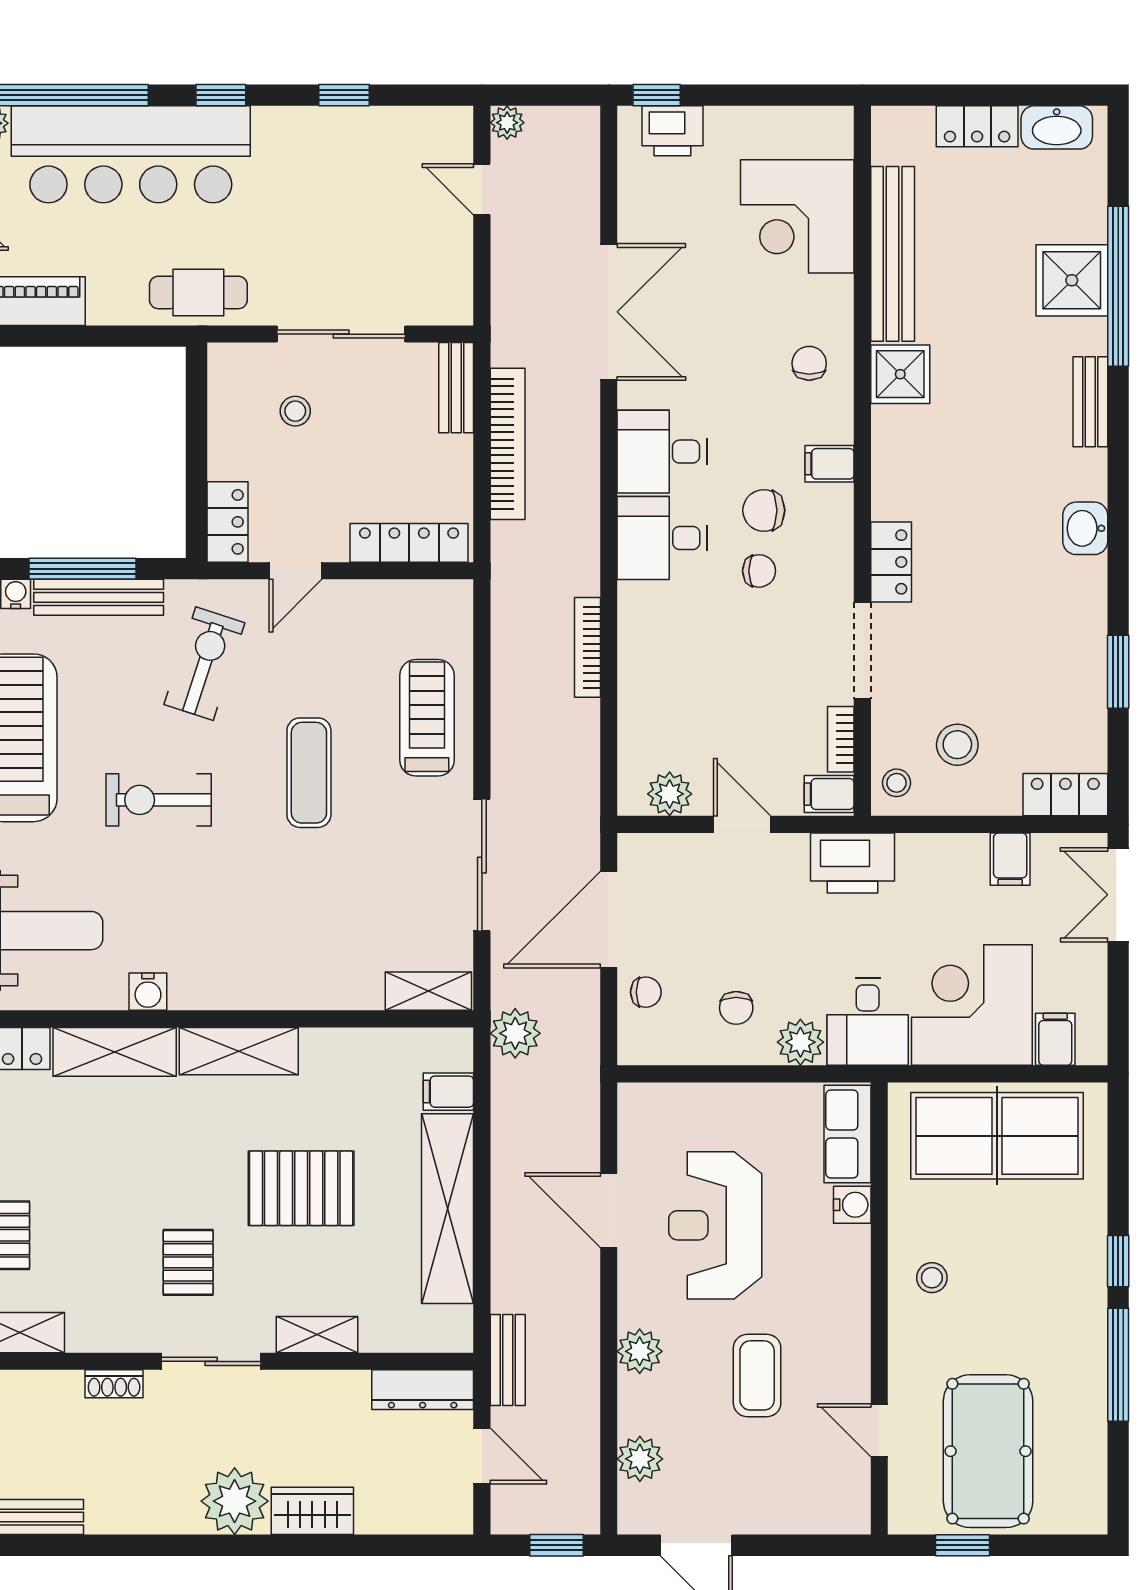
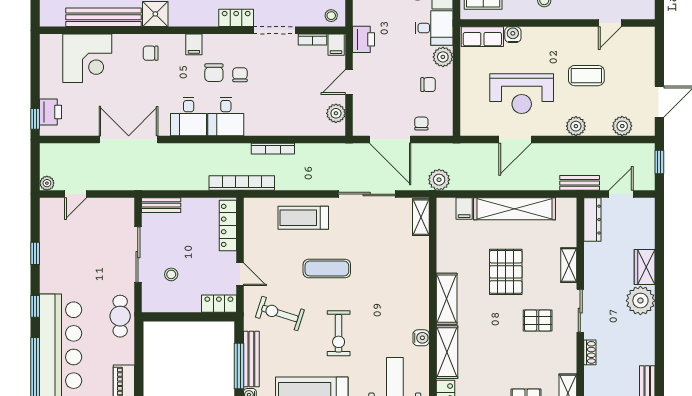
bookcase: (508, 444) -> (242, 183), moved
printer: (853, 863) -> (364, 39), width x0.73, depth x0.84

